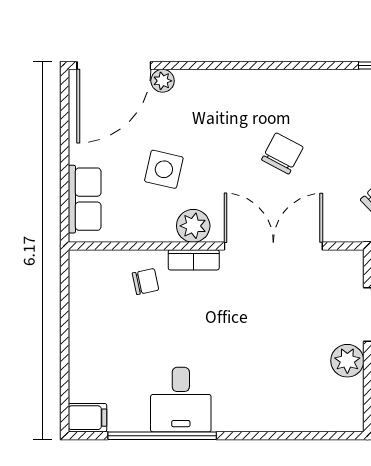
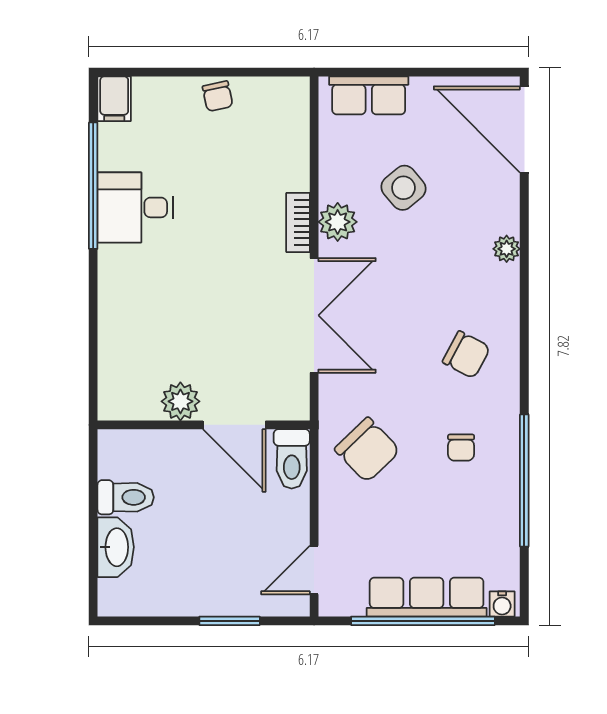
plant: (163, 81) -> (507, 249), moved
chair: (282, 153) -> (466, 355), moved
side table: (164, 169) -> (403, 188), turned 37
chair: (145, 282) -> (218, 96), moved

